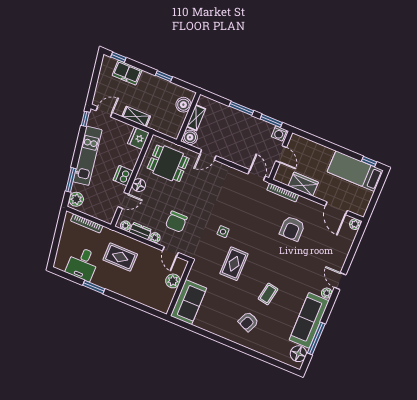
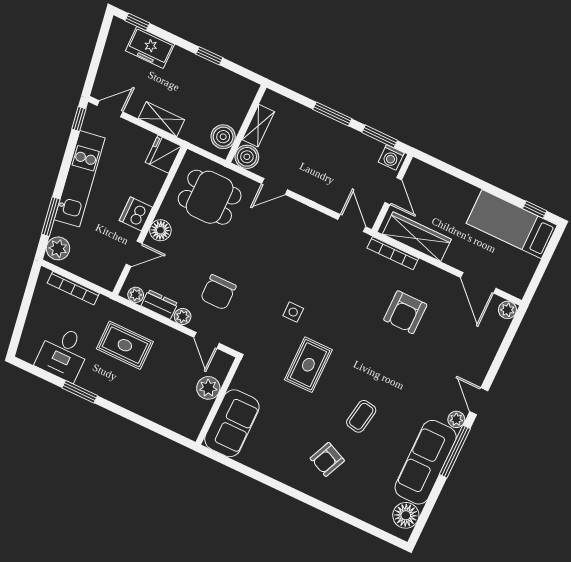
boiler: (183, 105) -> (223, 137), moved
wardrobe: (303, 184) -> (417, 237), width x1.50
window: (316, 338) -> (455, 452), moved

